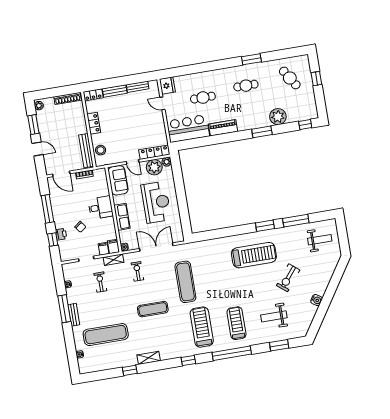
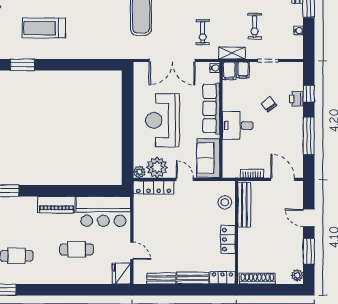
row of seats: (122, 217) -> (211, 108), width x1.48
treadmill: (254, 255) -> (44, 28), width x0.73, depth x0.73

